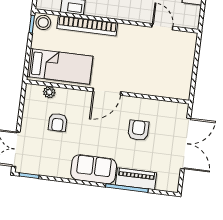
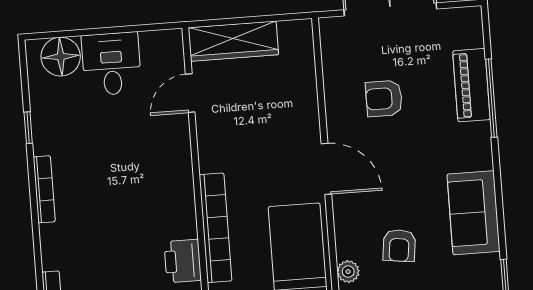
wardrobe: (186, 56) -> (233, 41), added
armchair: (58, 122) -> (399, 246), turned 97
sofa: (94, 169) -> (474, 213), moved

